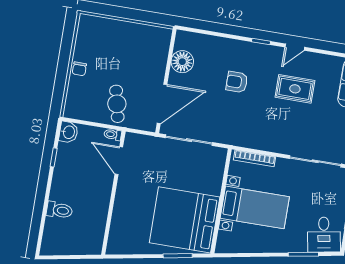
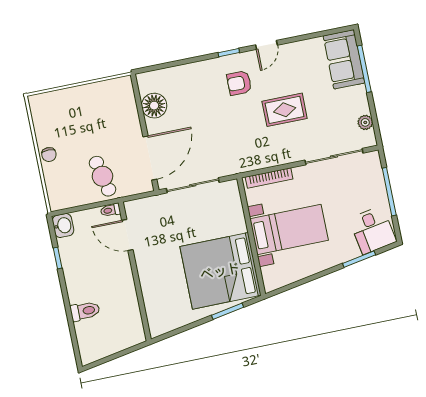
armchair: (237, 82) -> (239, 83), moved
rug: (295, 89) -> (285, 110), moved

